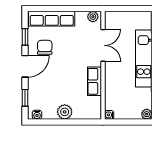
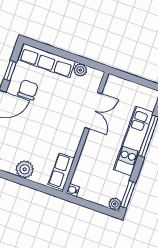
plant: (93, 17) -> (80, 70), moved
row of seats: (95, 81) -> (61, 171), moved

